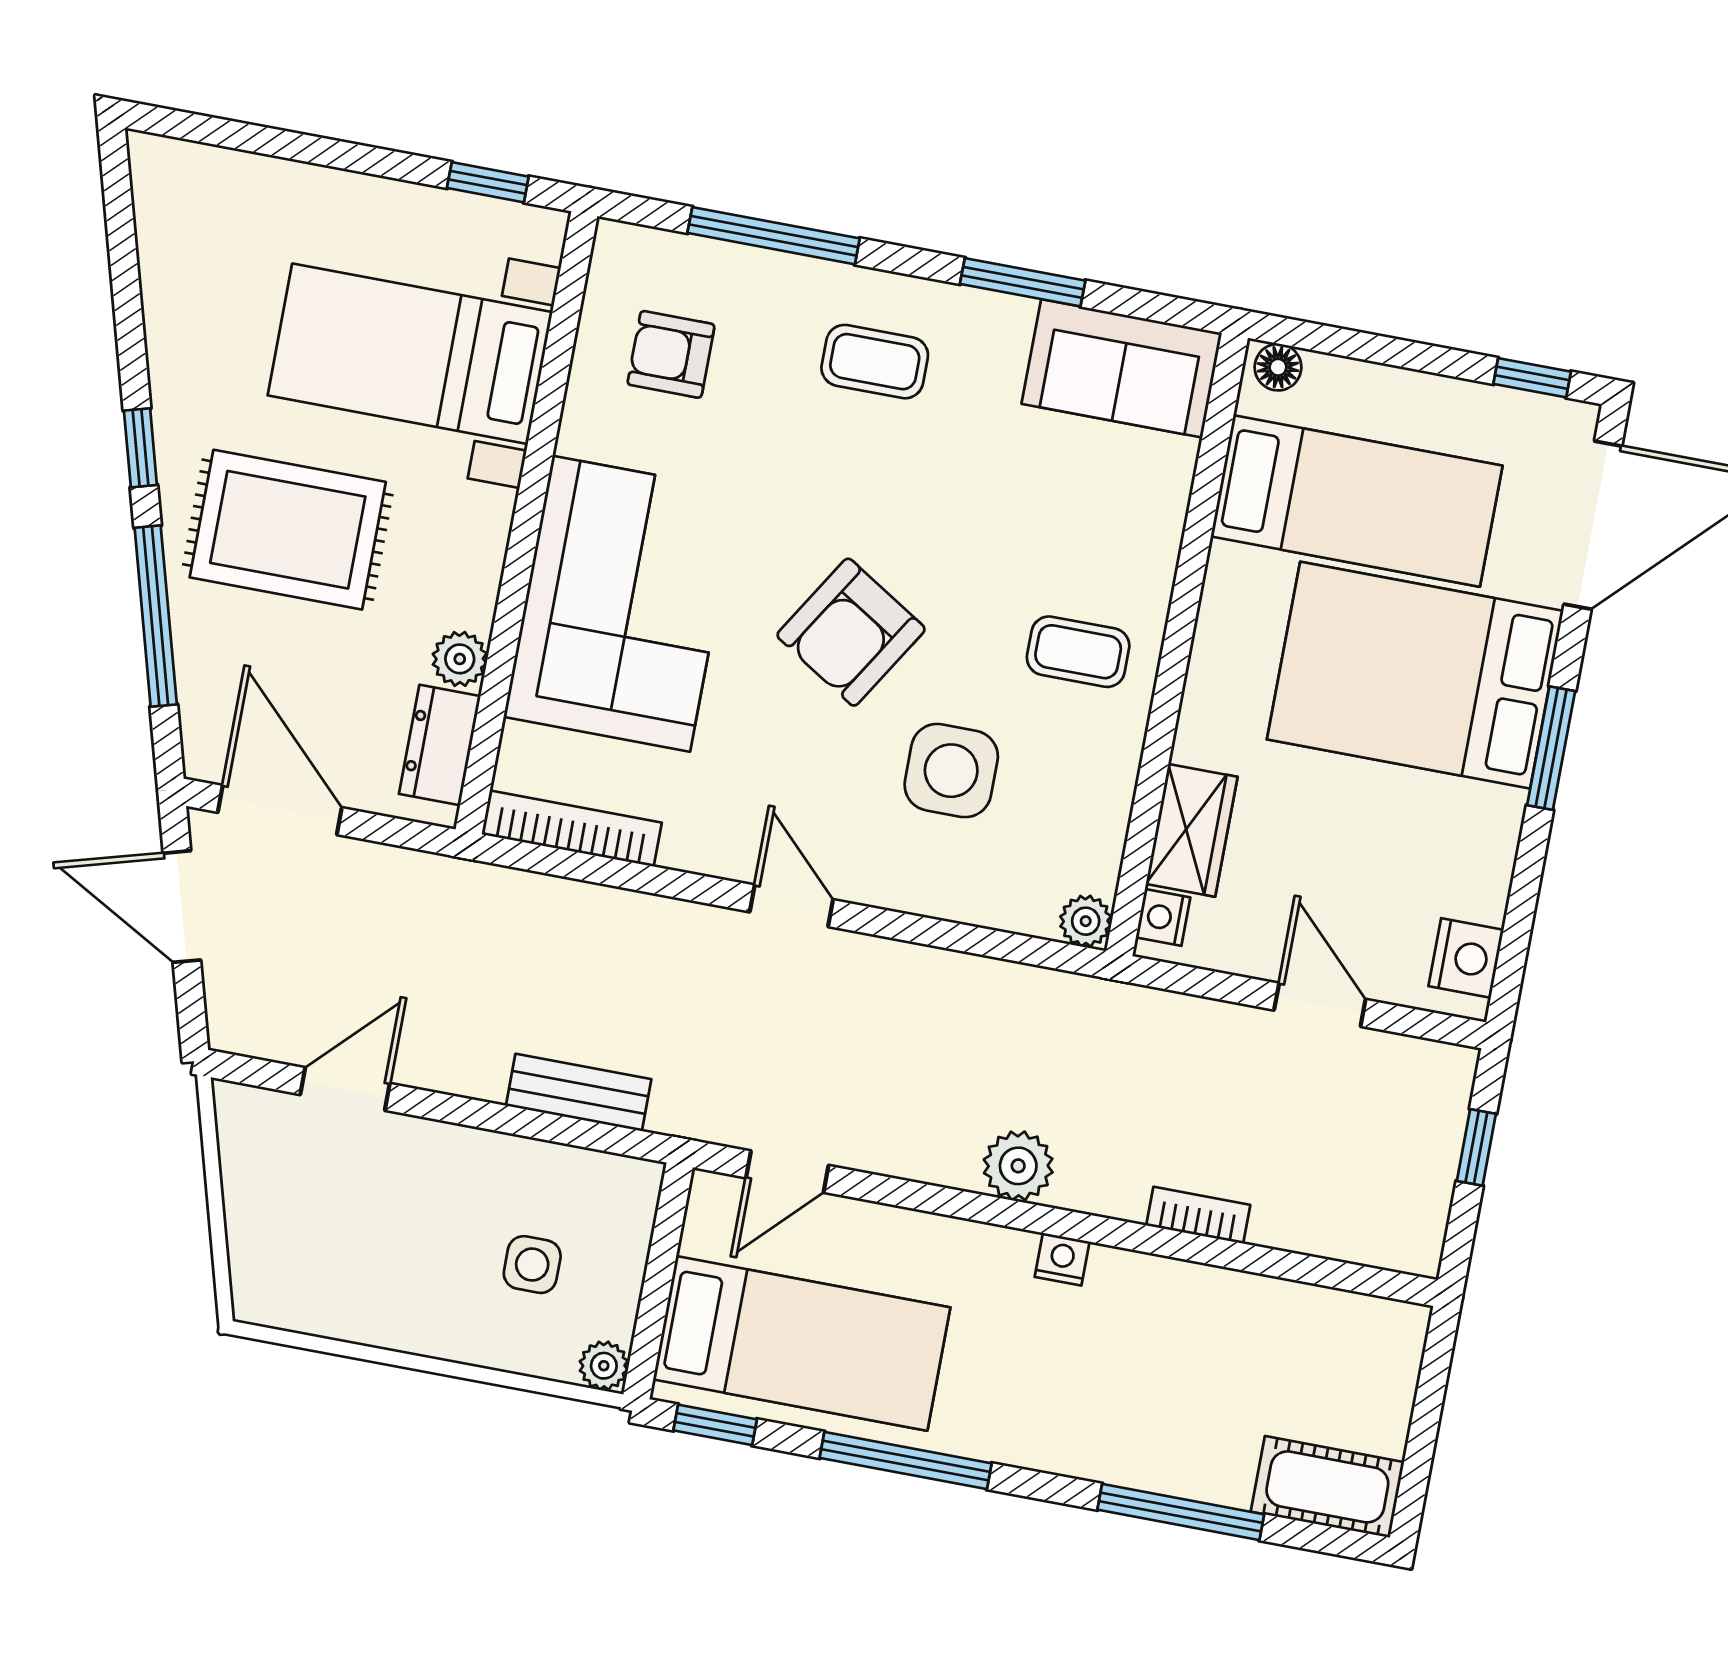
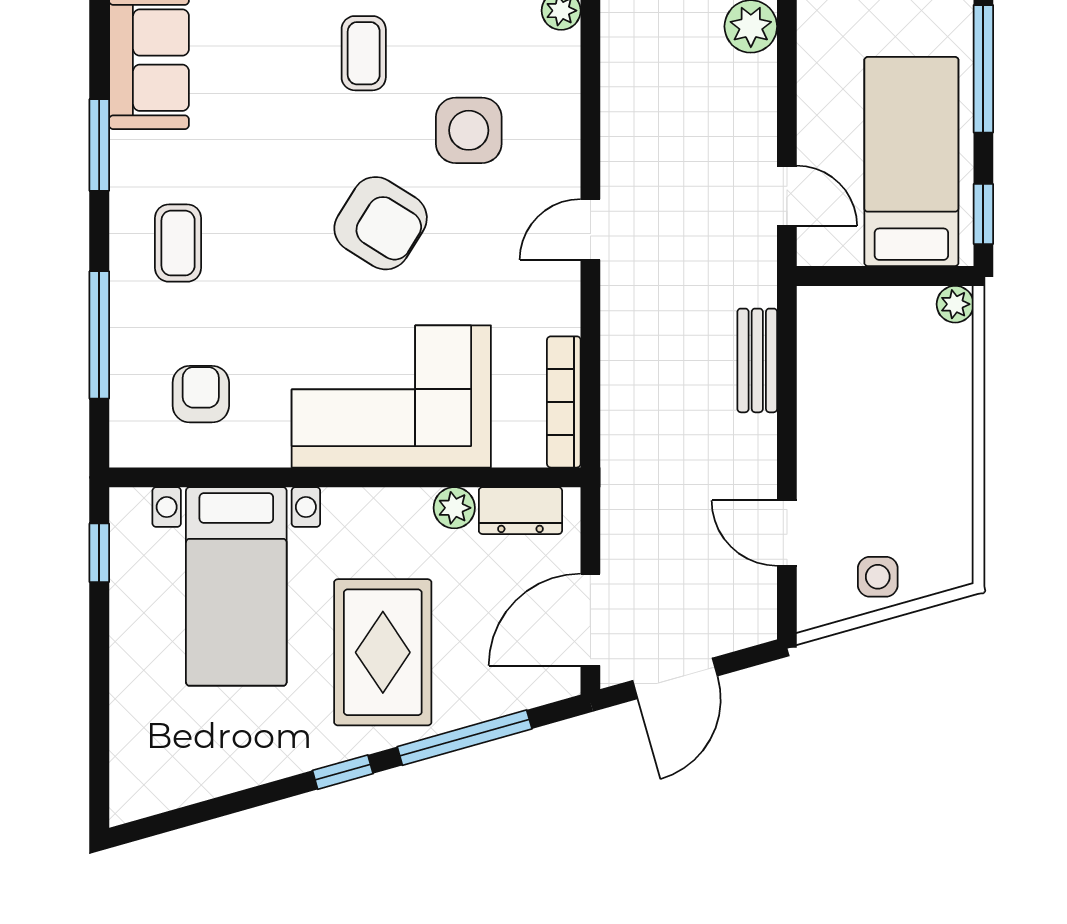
armchair: (671, 354) -> (201, 394), turned 180
side table: (532, 1265) -> (878, 577), moved

